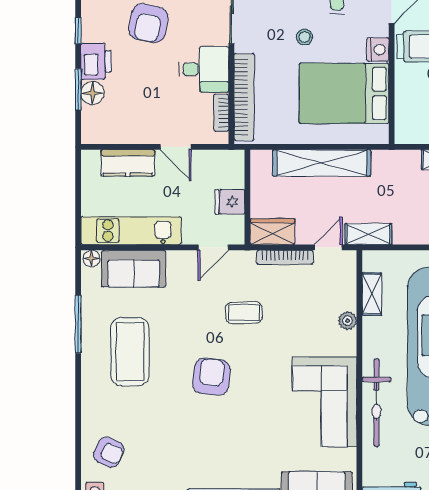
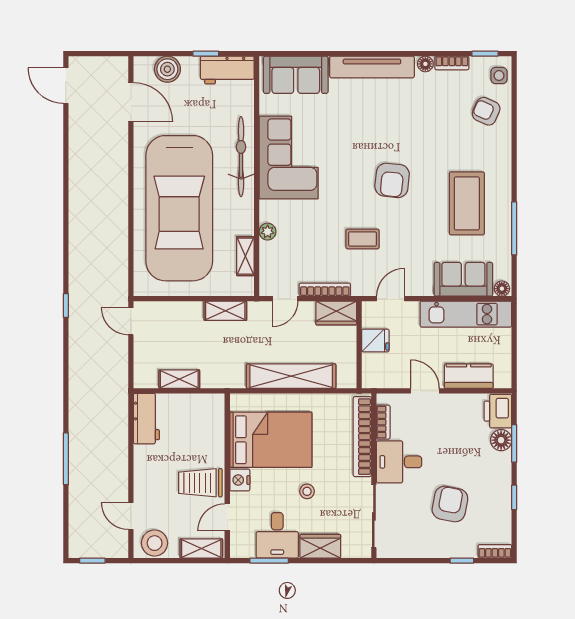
printer: (96, 61) -> (498, 411), moved
shelving: (368, 234) -> (225, 311), moved

